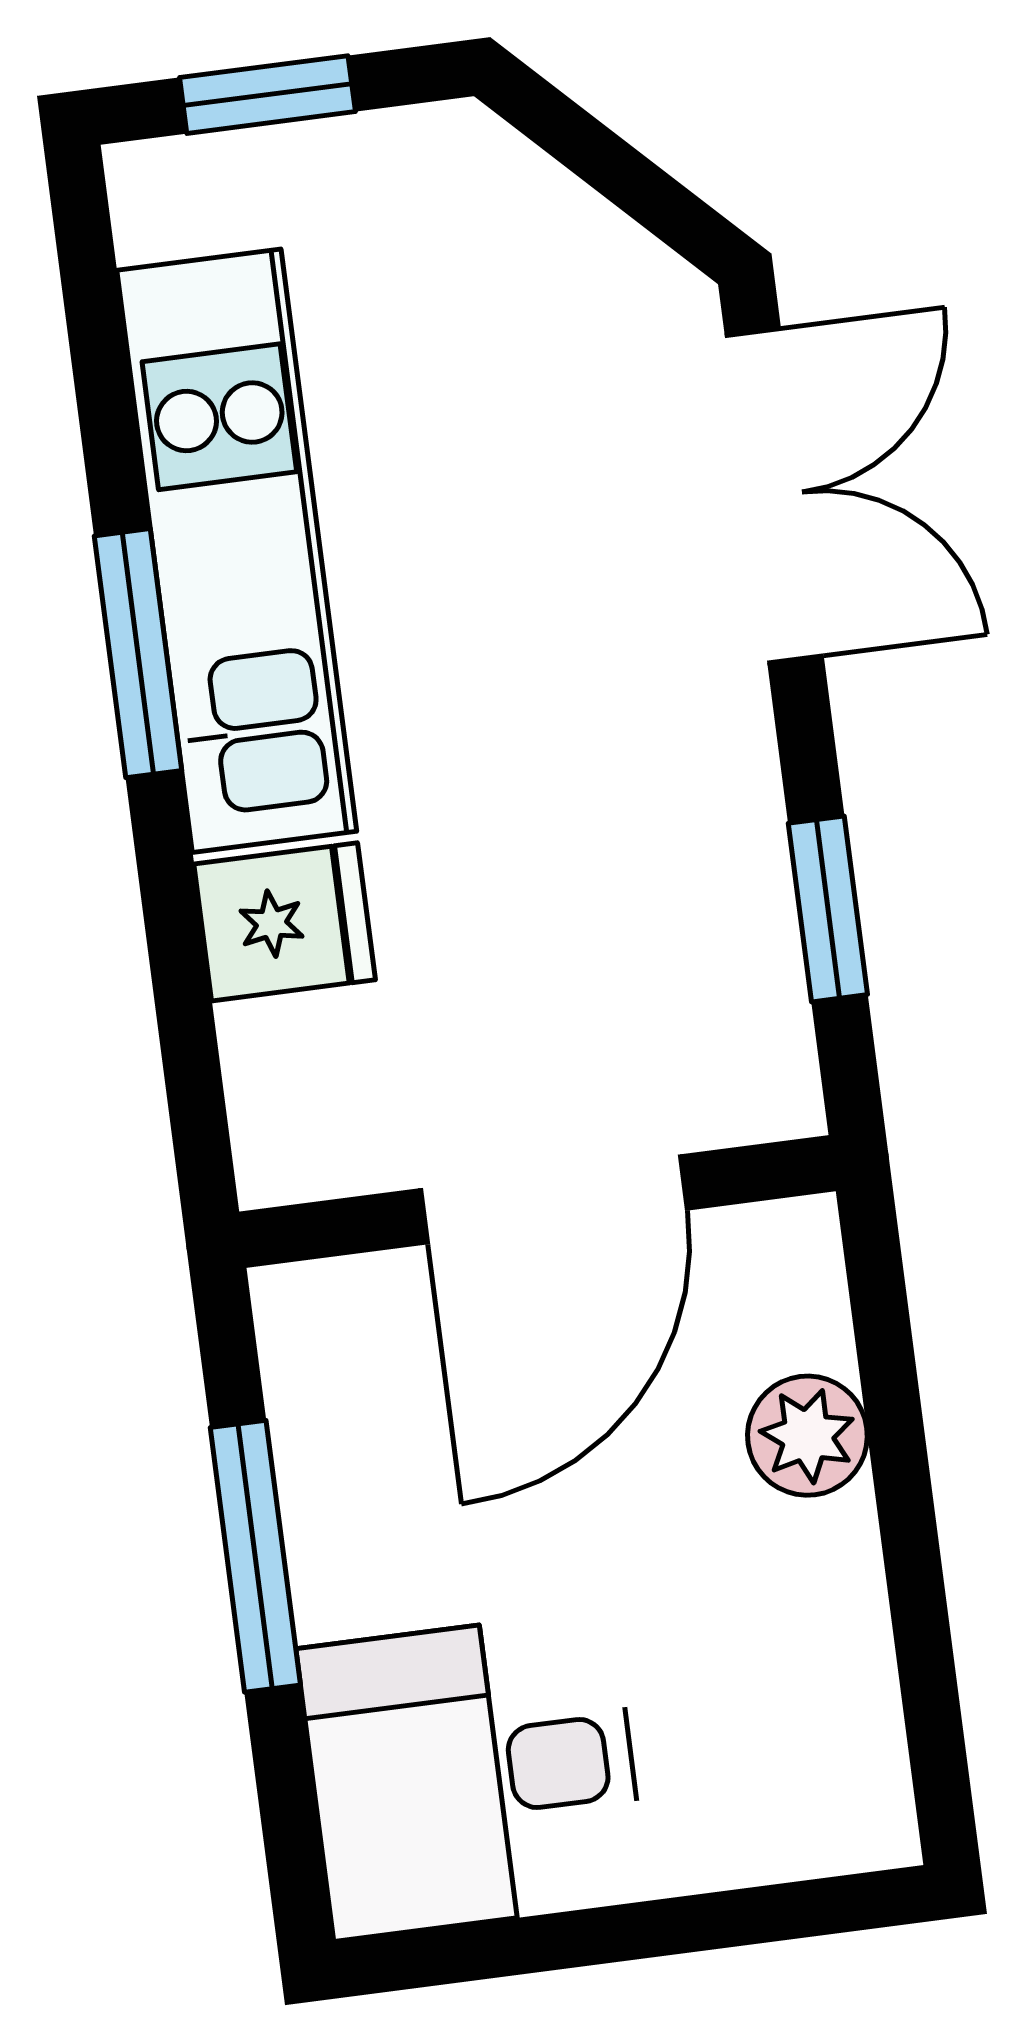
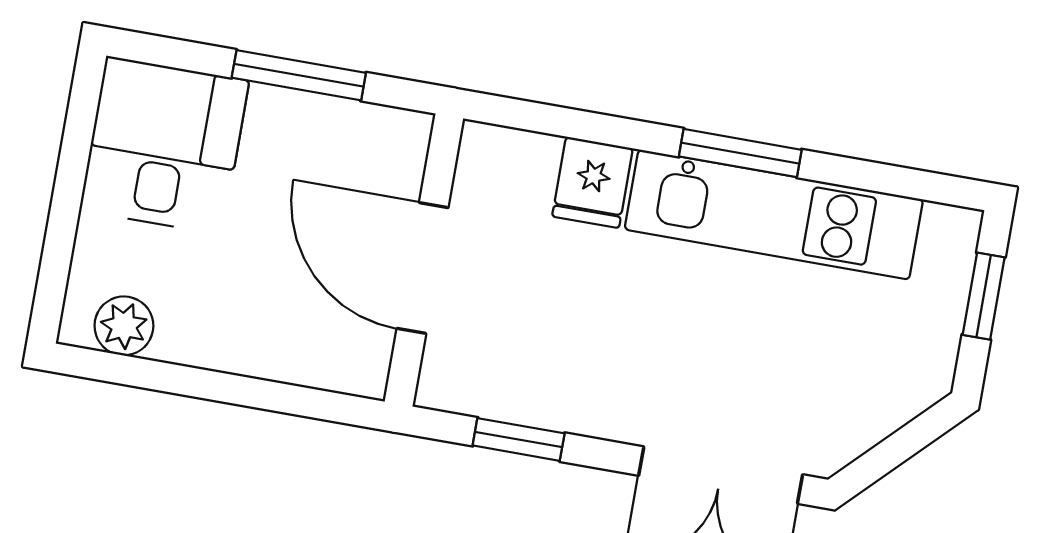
plant: (807, 1436) -> (124, 326), moved

